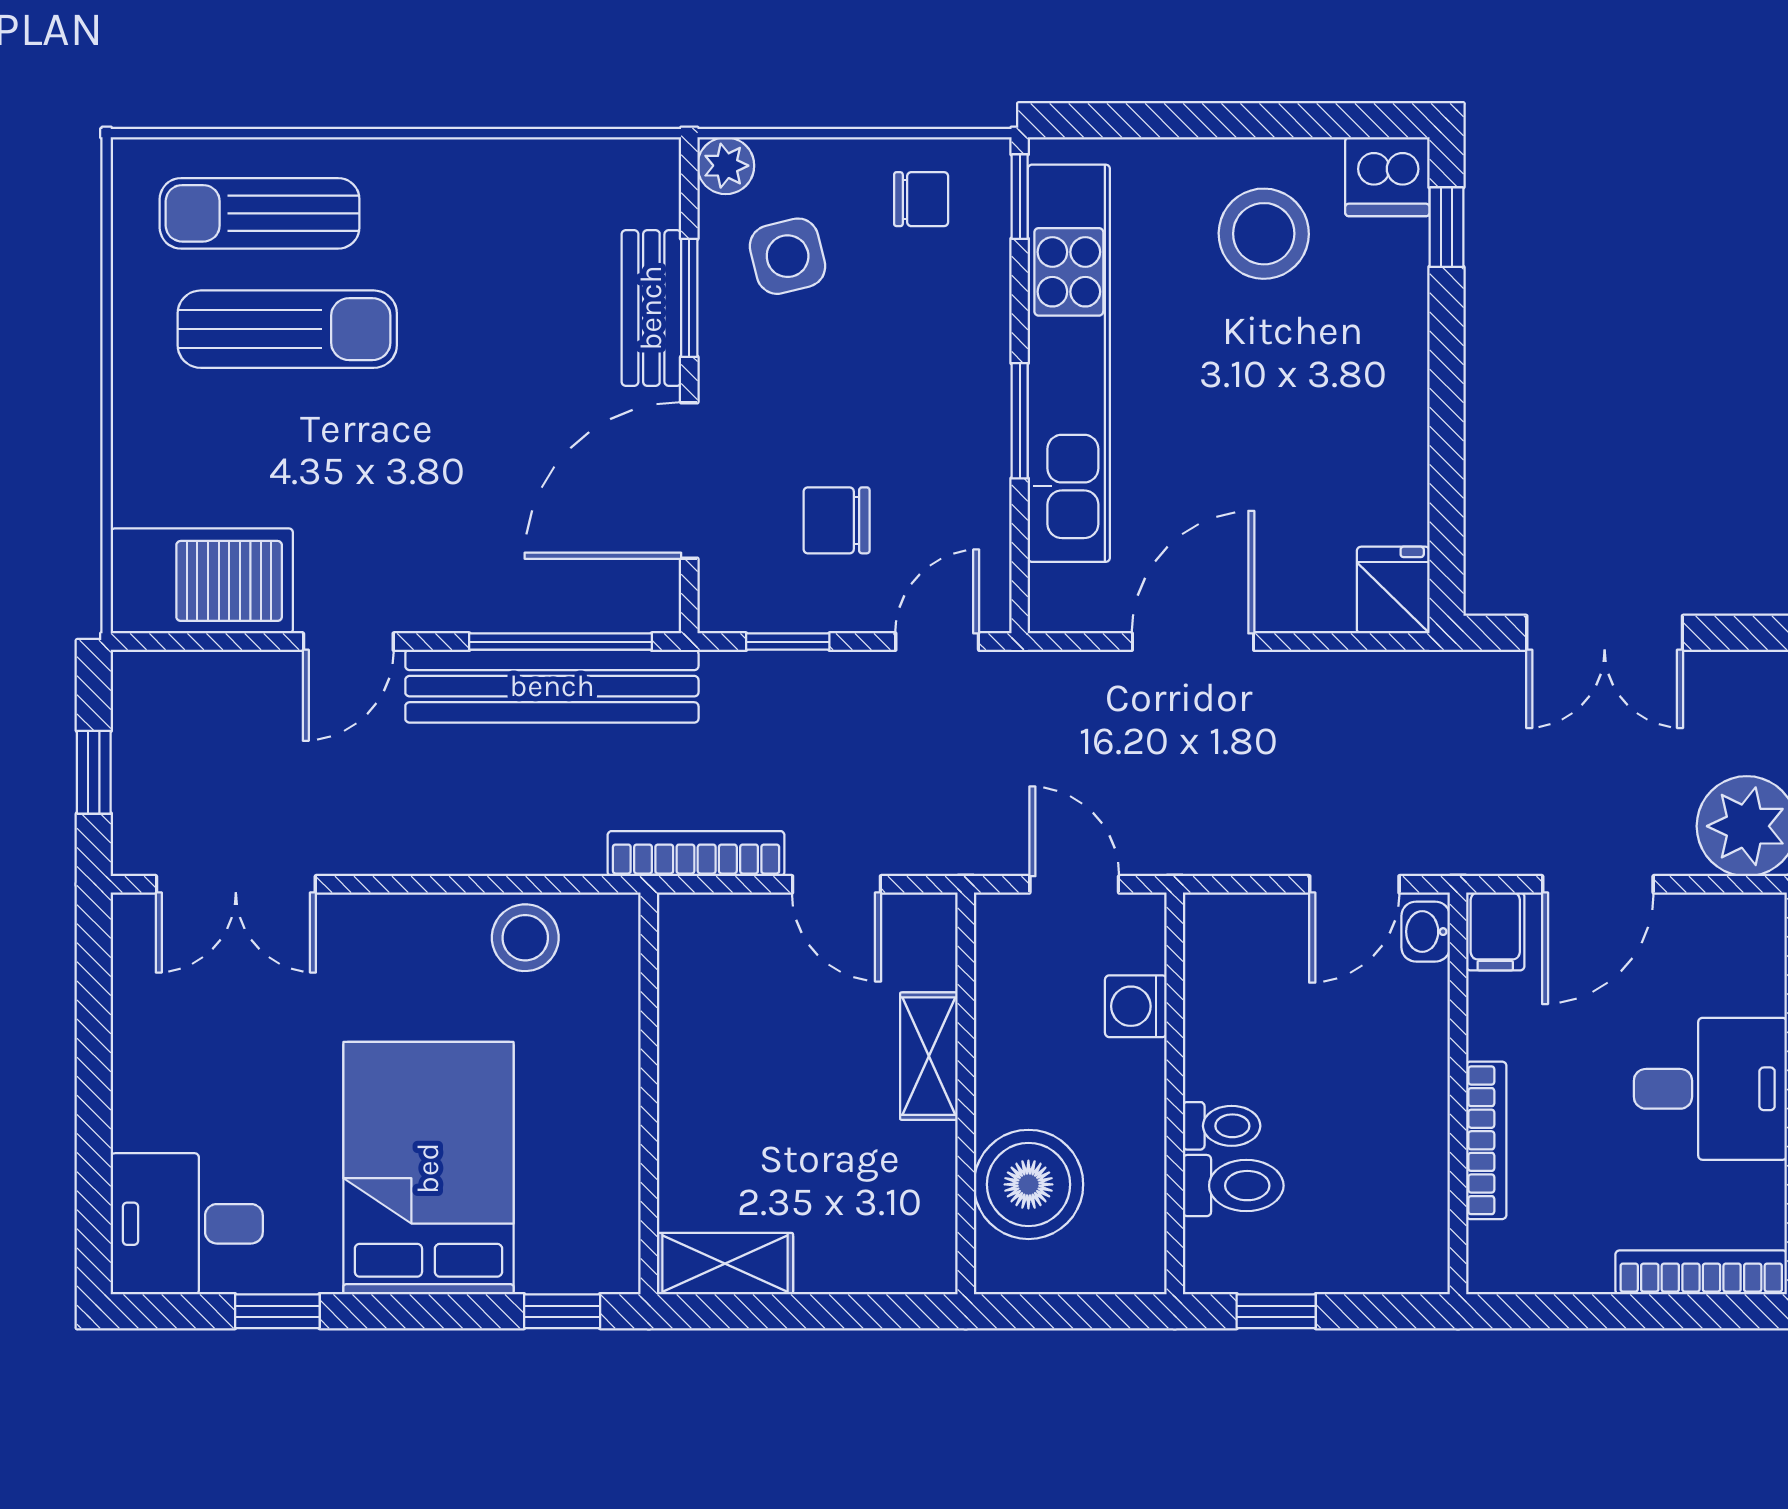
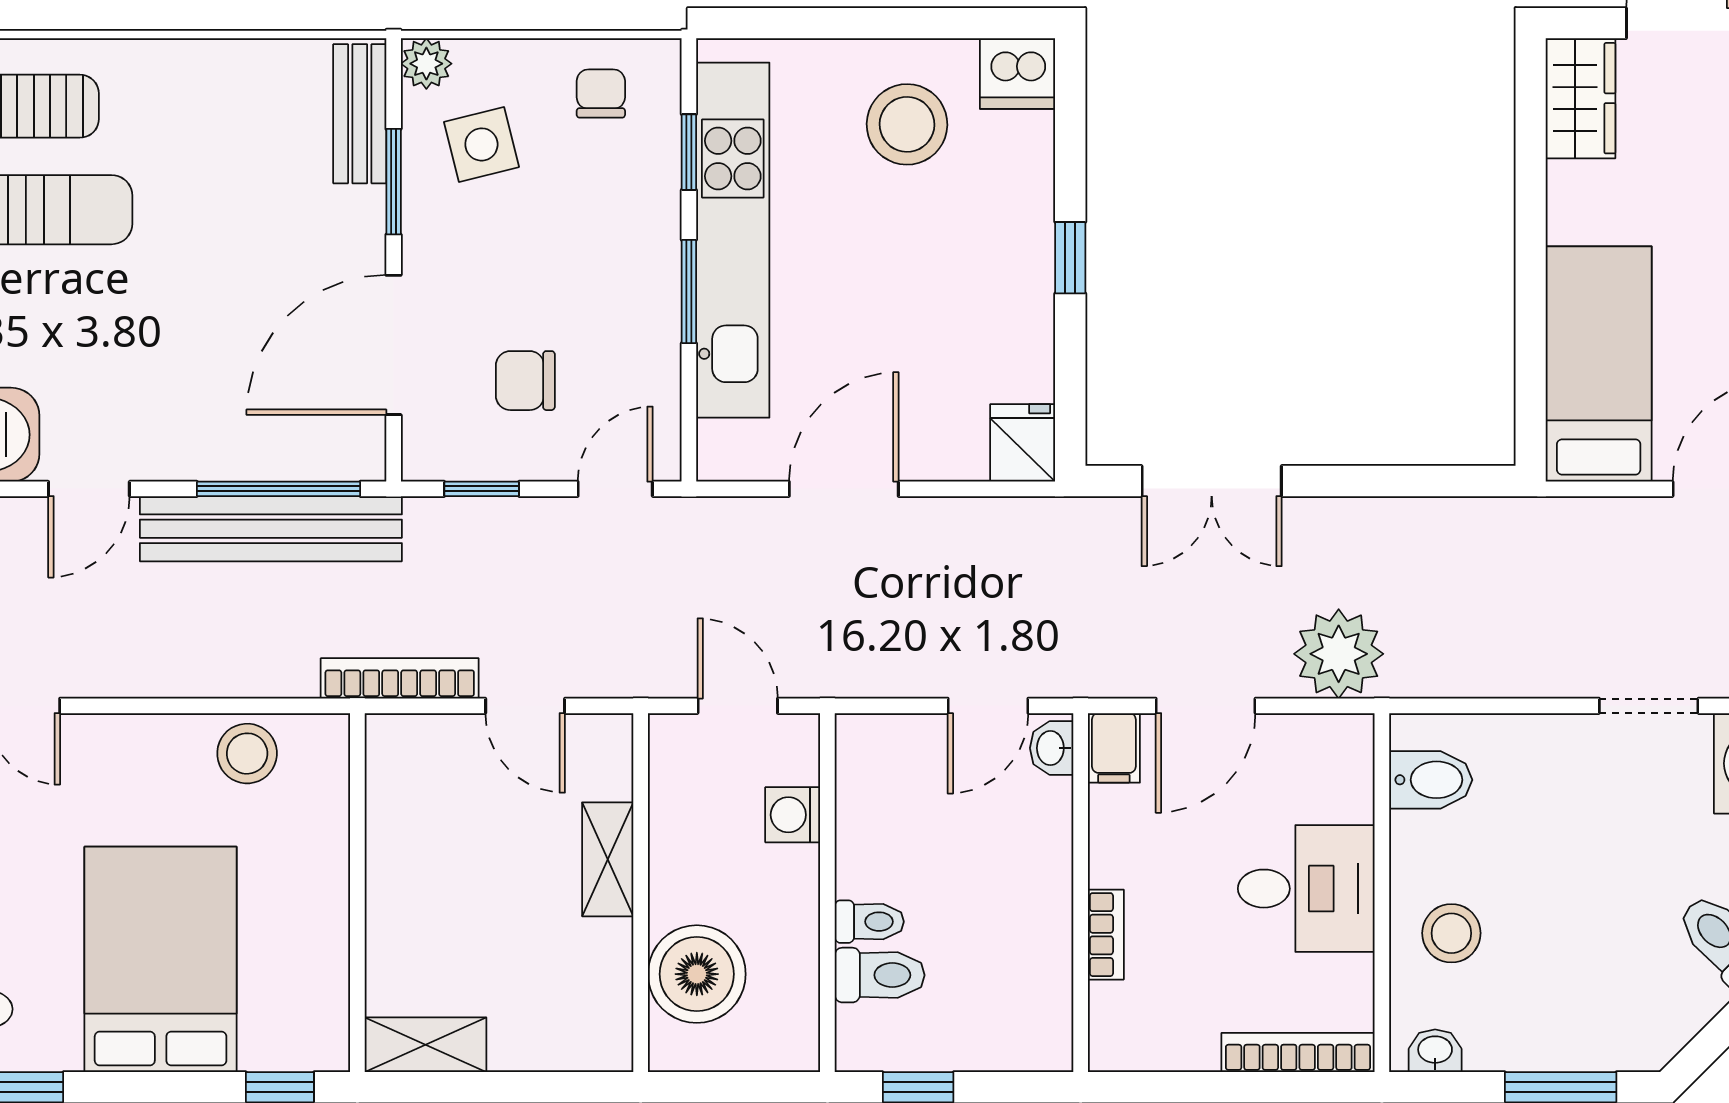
window: (1020, 197) -> (689, 152), moved
chair: (921, 199) -> (601, 94), turned -90
window: (1446, 227) -> (1070, 258), moved
bench: (651, 308) -> (360, 114), moved
bookcase: (1486, 1140) -> (1106, 935), width x0.64

